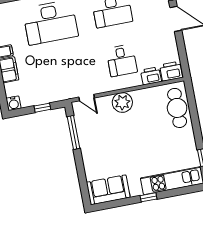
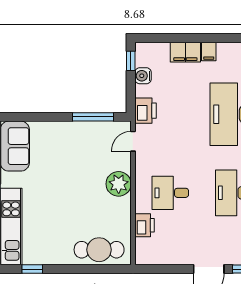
printer: (171, 71) -> (146, 111), moved
water cooler: (14, 103) -> (143, 76), moved
window: (42, 108) -> (131, 61), moved

